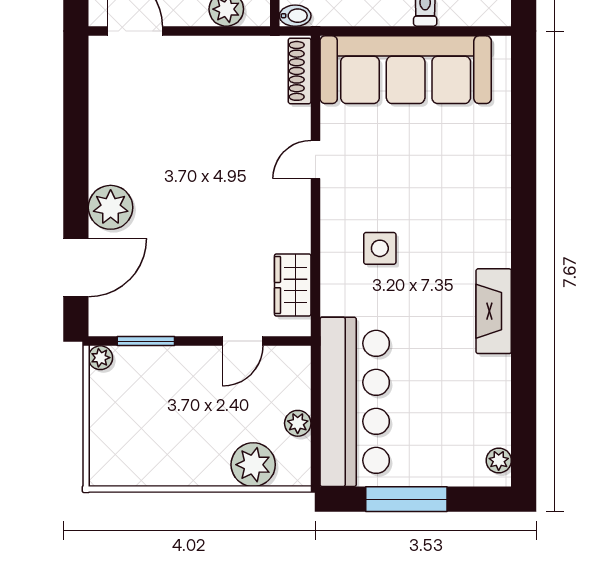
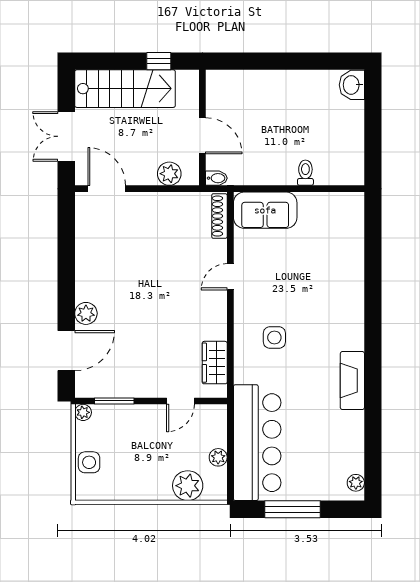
sofa: (406, 70) -> (265, 210), width x0.54, depth x0.79
plant: (111, 207) -> (86, 313), width x0.73, depth x0.73
side table: (109, 431) -> (89, 462), added

